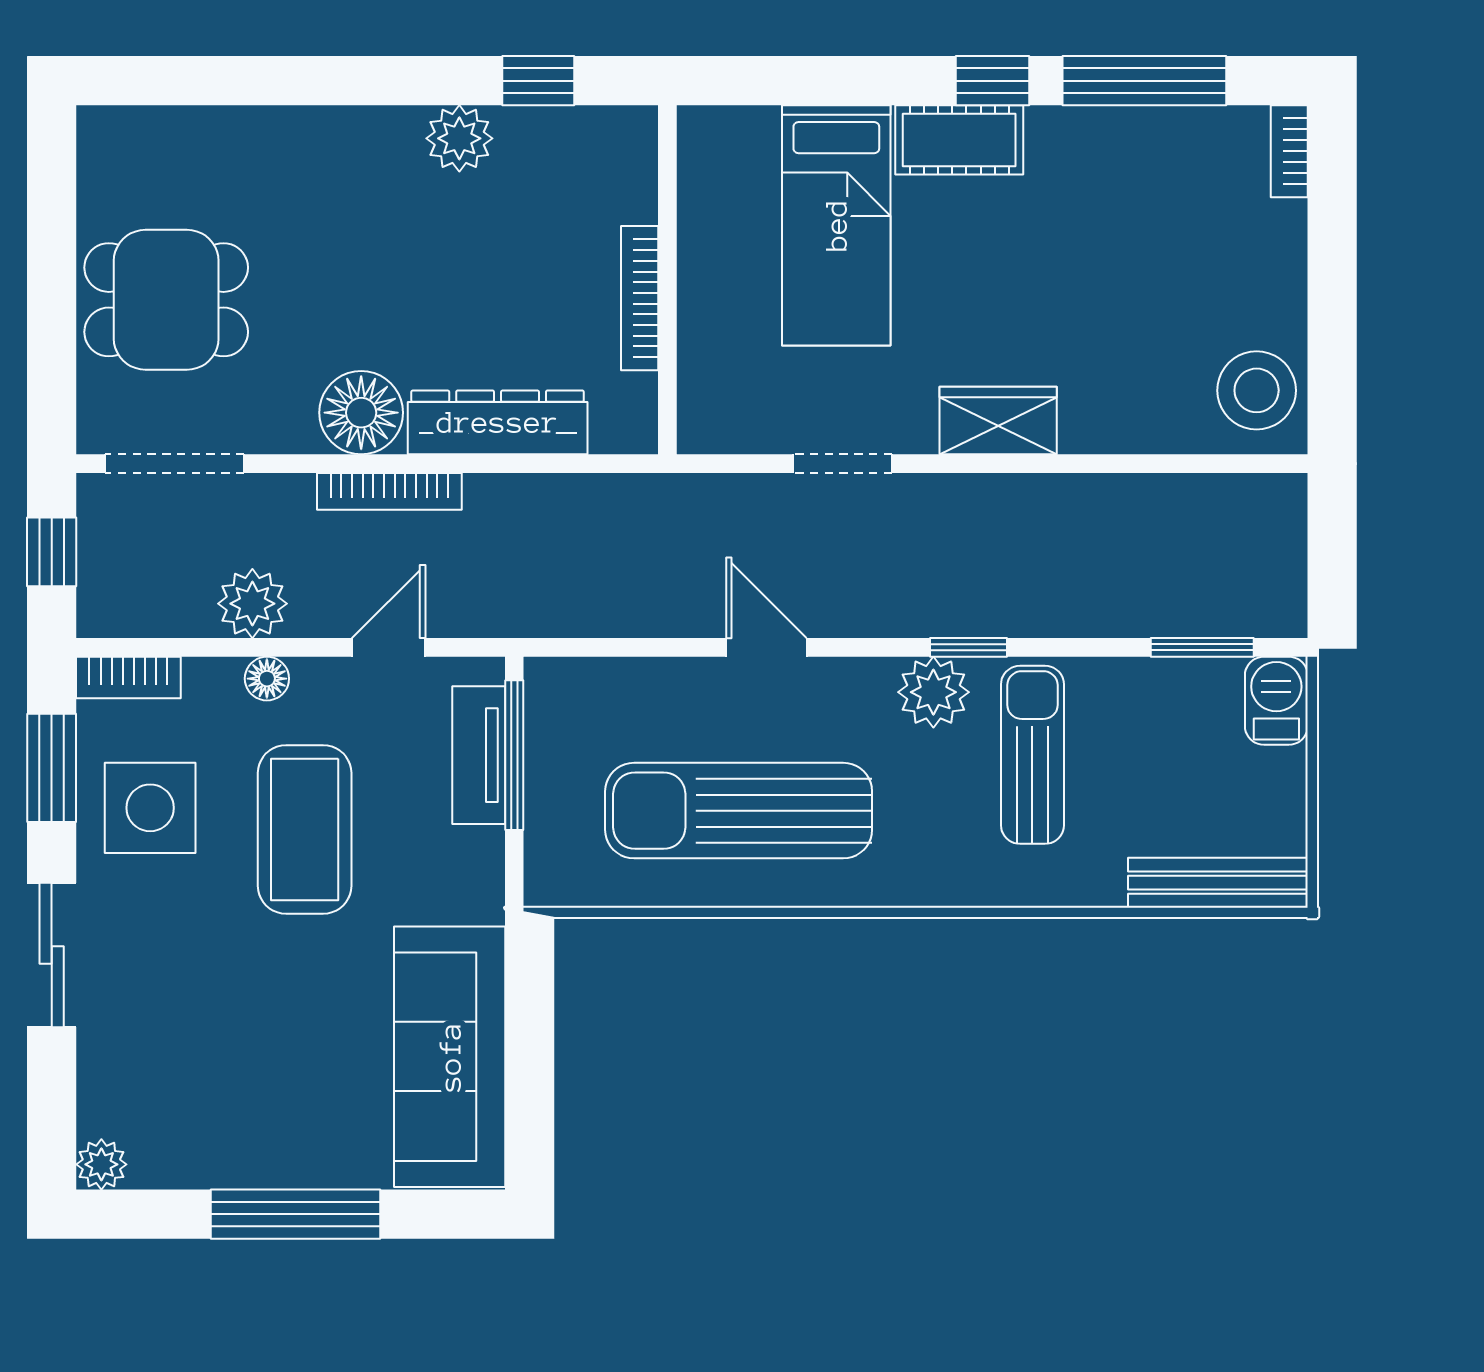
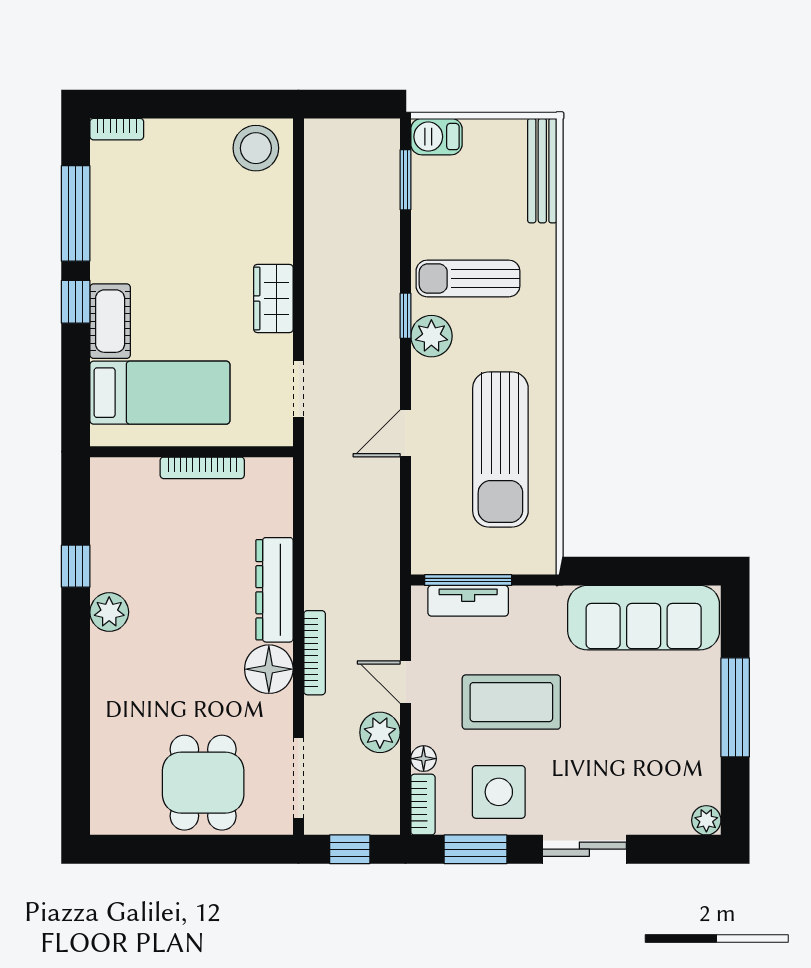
wall: (667, 280) -> (192, 452), moved
bookcase: (640, 298) -> (202, 468), moved
door: (389, 647) -> (405, 682), moved
floor lamp: (267, 679) -> (424, 759), moved

